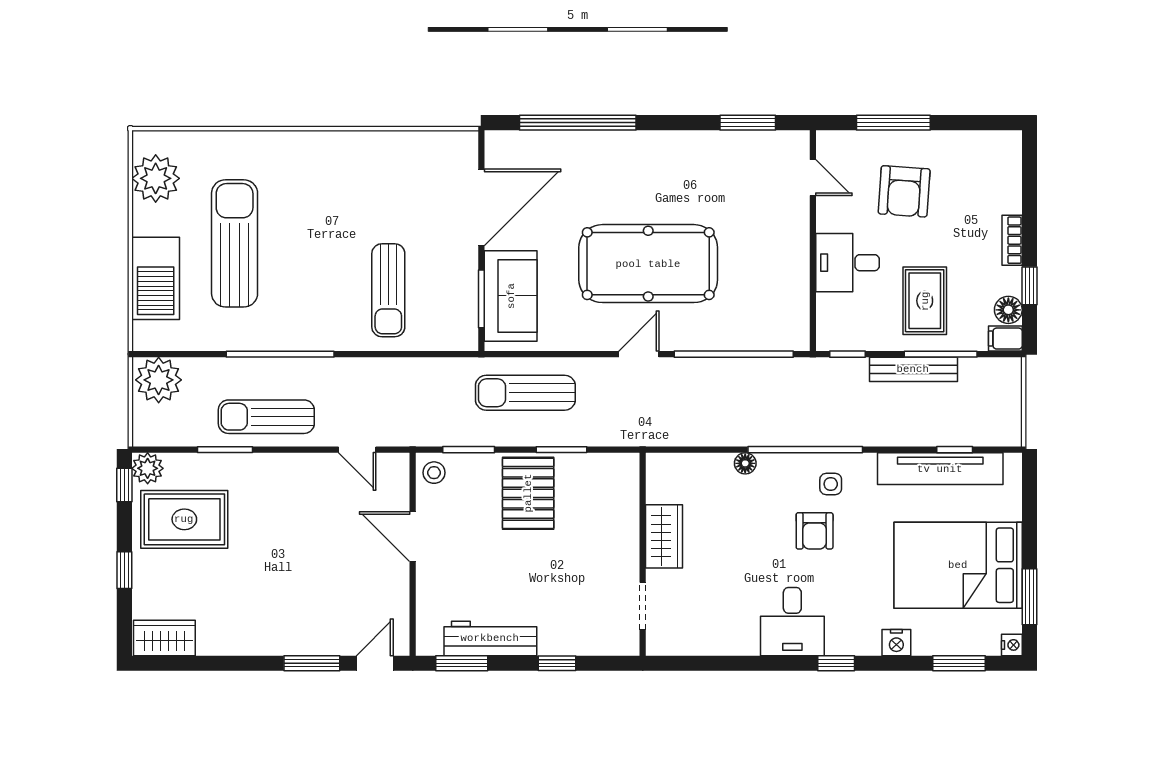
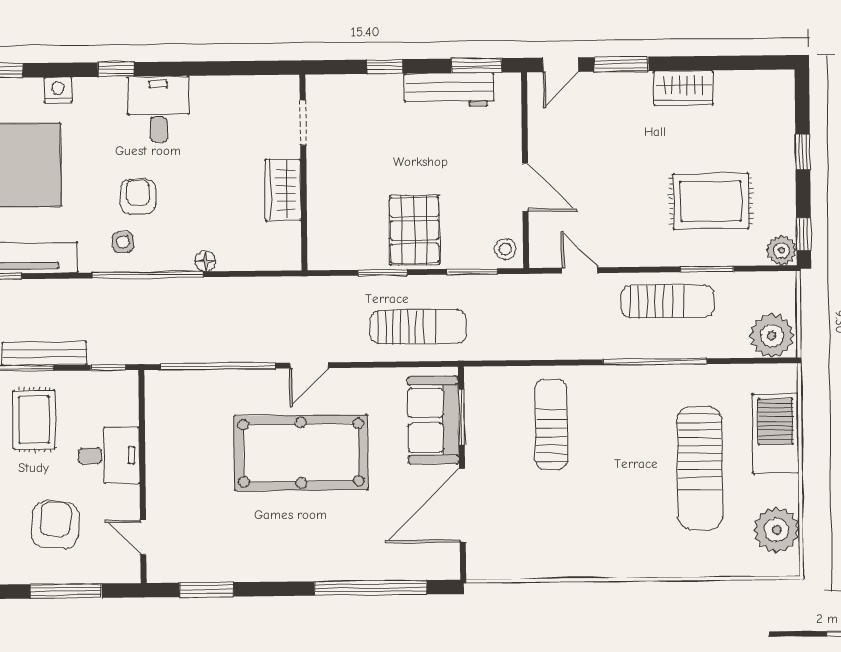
rug: (184, 519) -> (711, 201), moved
wardrobe: (164, 638) -> (683, 88), moved

